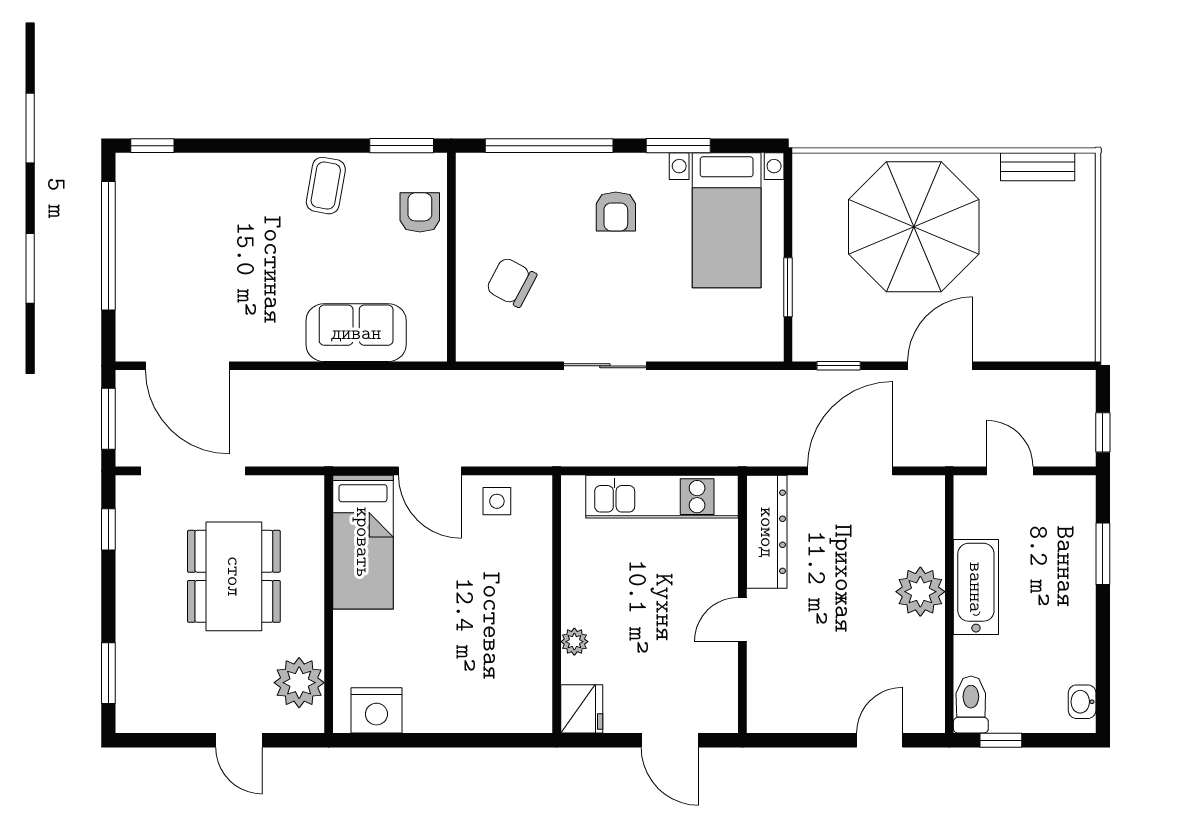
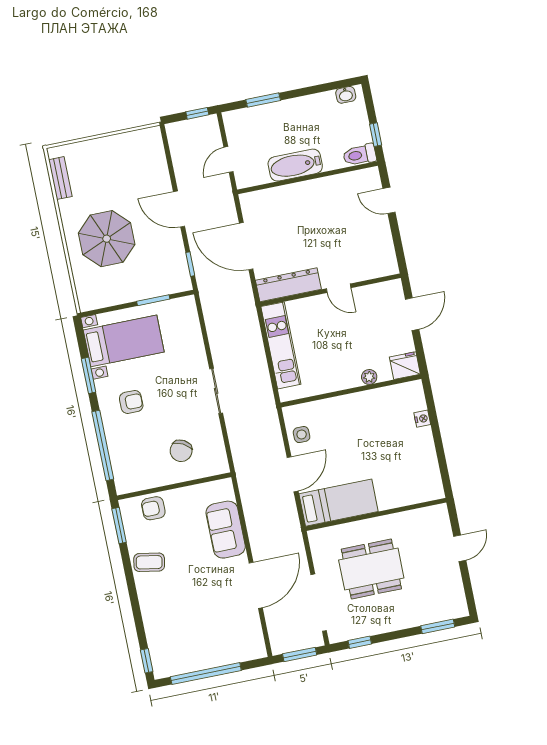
parasol: (914, 227) -> (107, 239), width x0.73, depth x0.73
door: (187, 366) -> (256, 585), moved
plant: (920, 592) -> (304, 195), removed
plant: (299, 683) -> (422, 522), removed
nightstand: (376, 710) -> (422, 419), moved, width x0.53, depth x0.56

